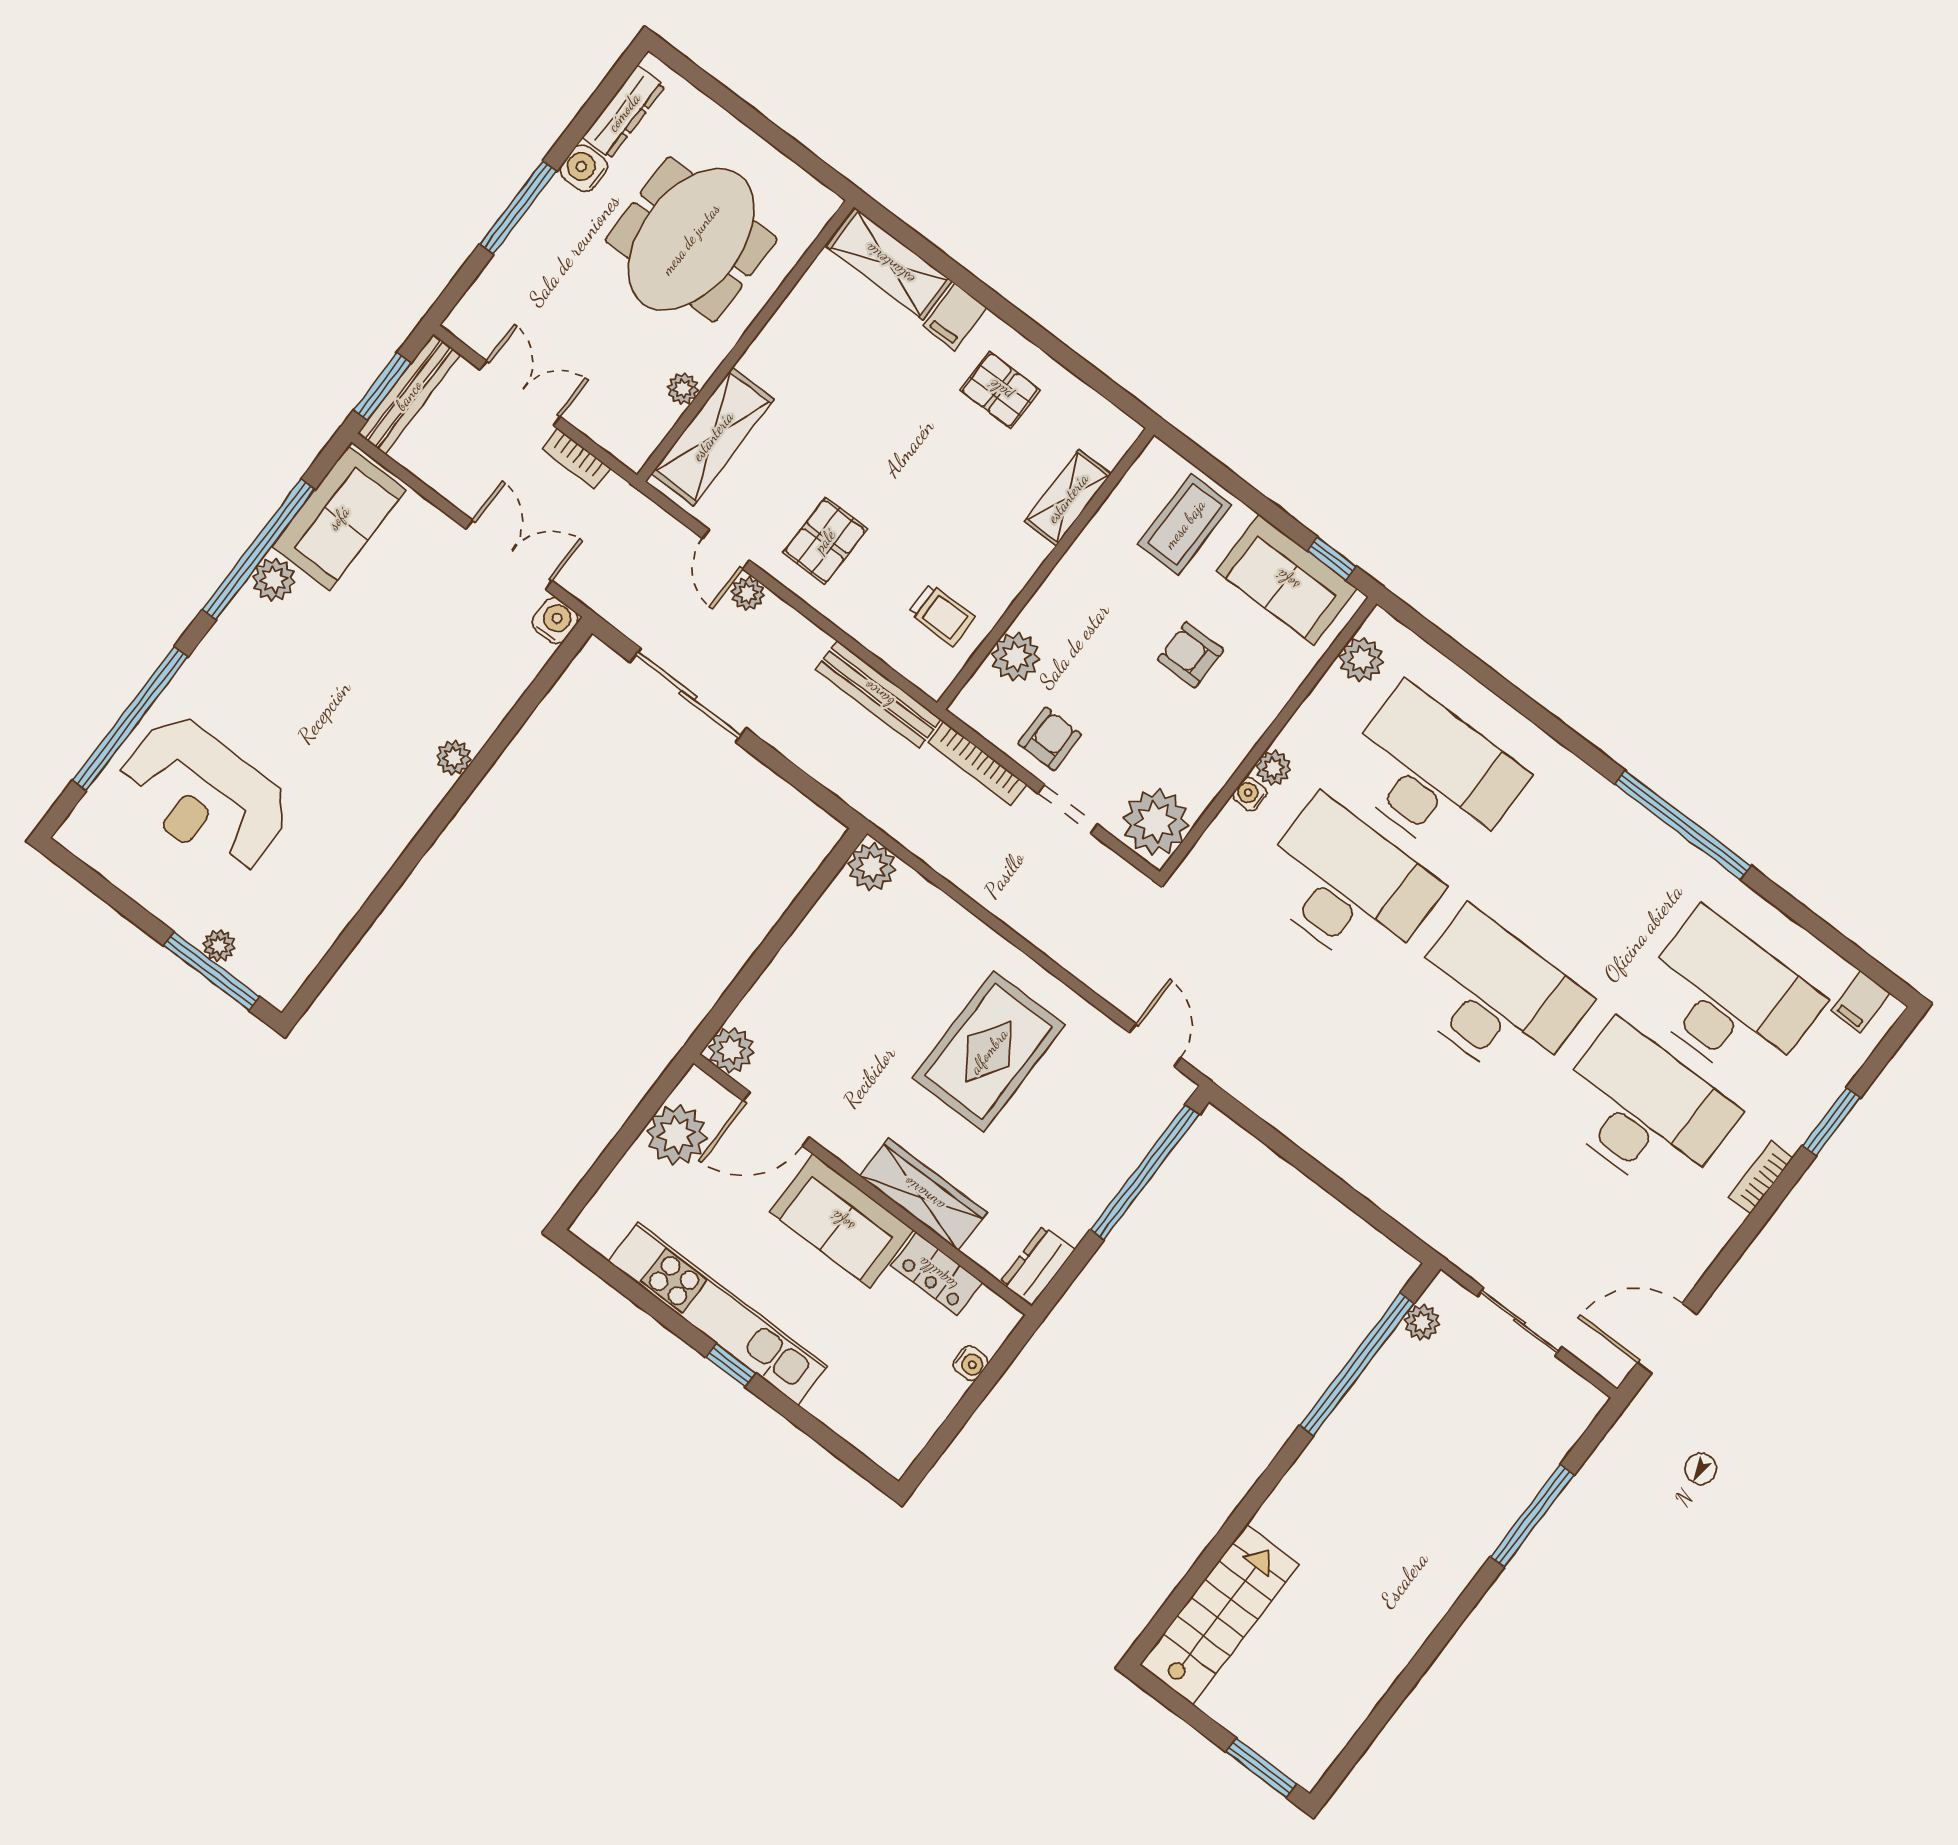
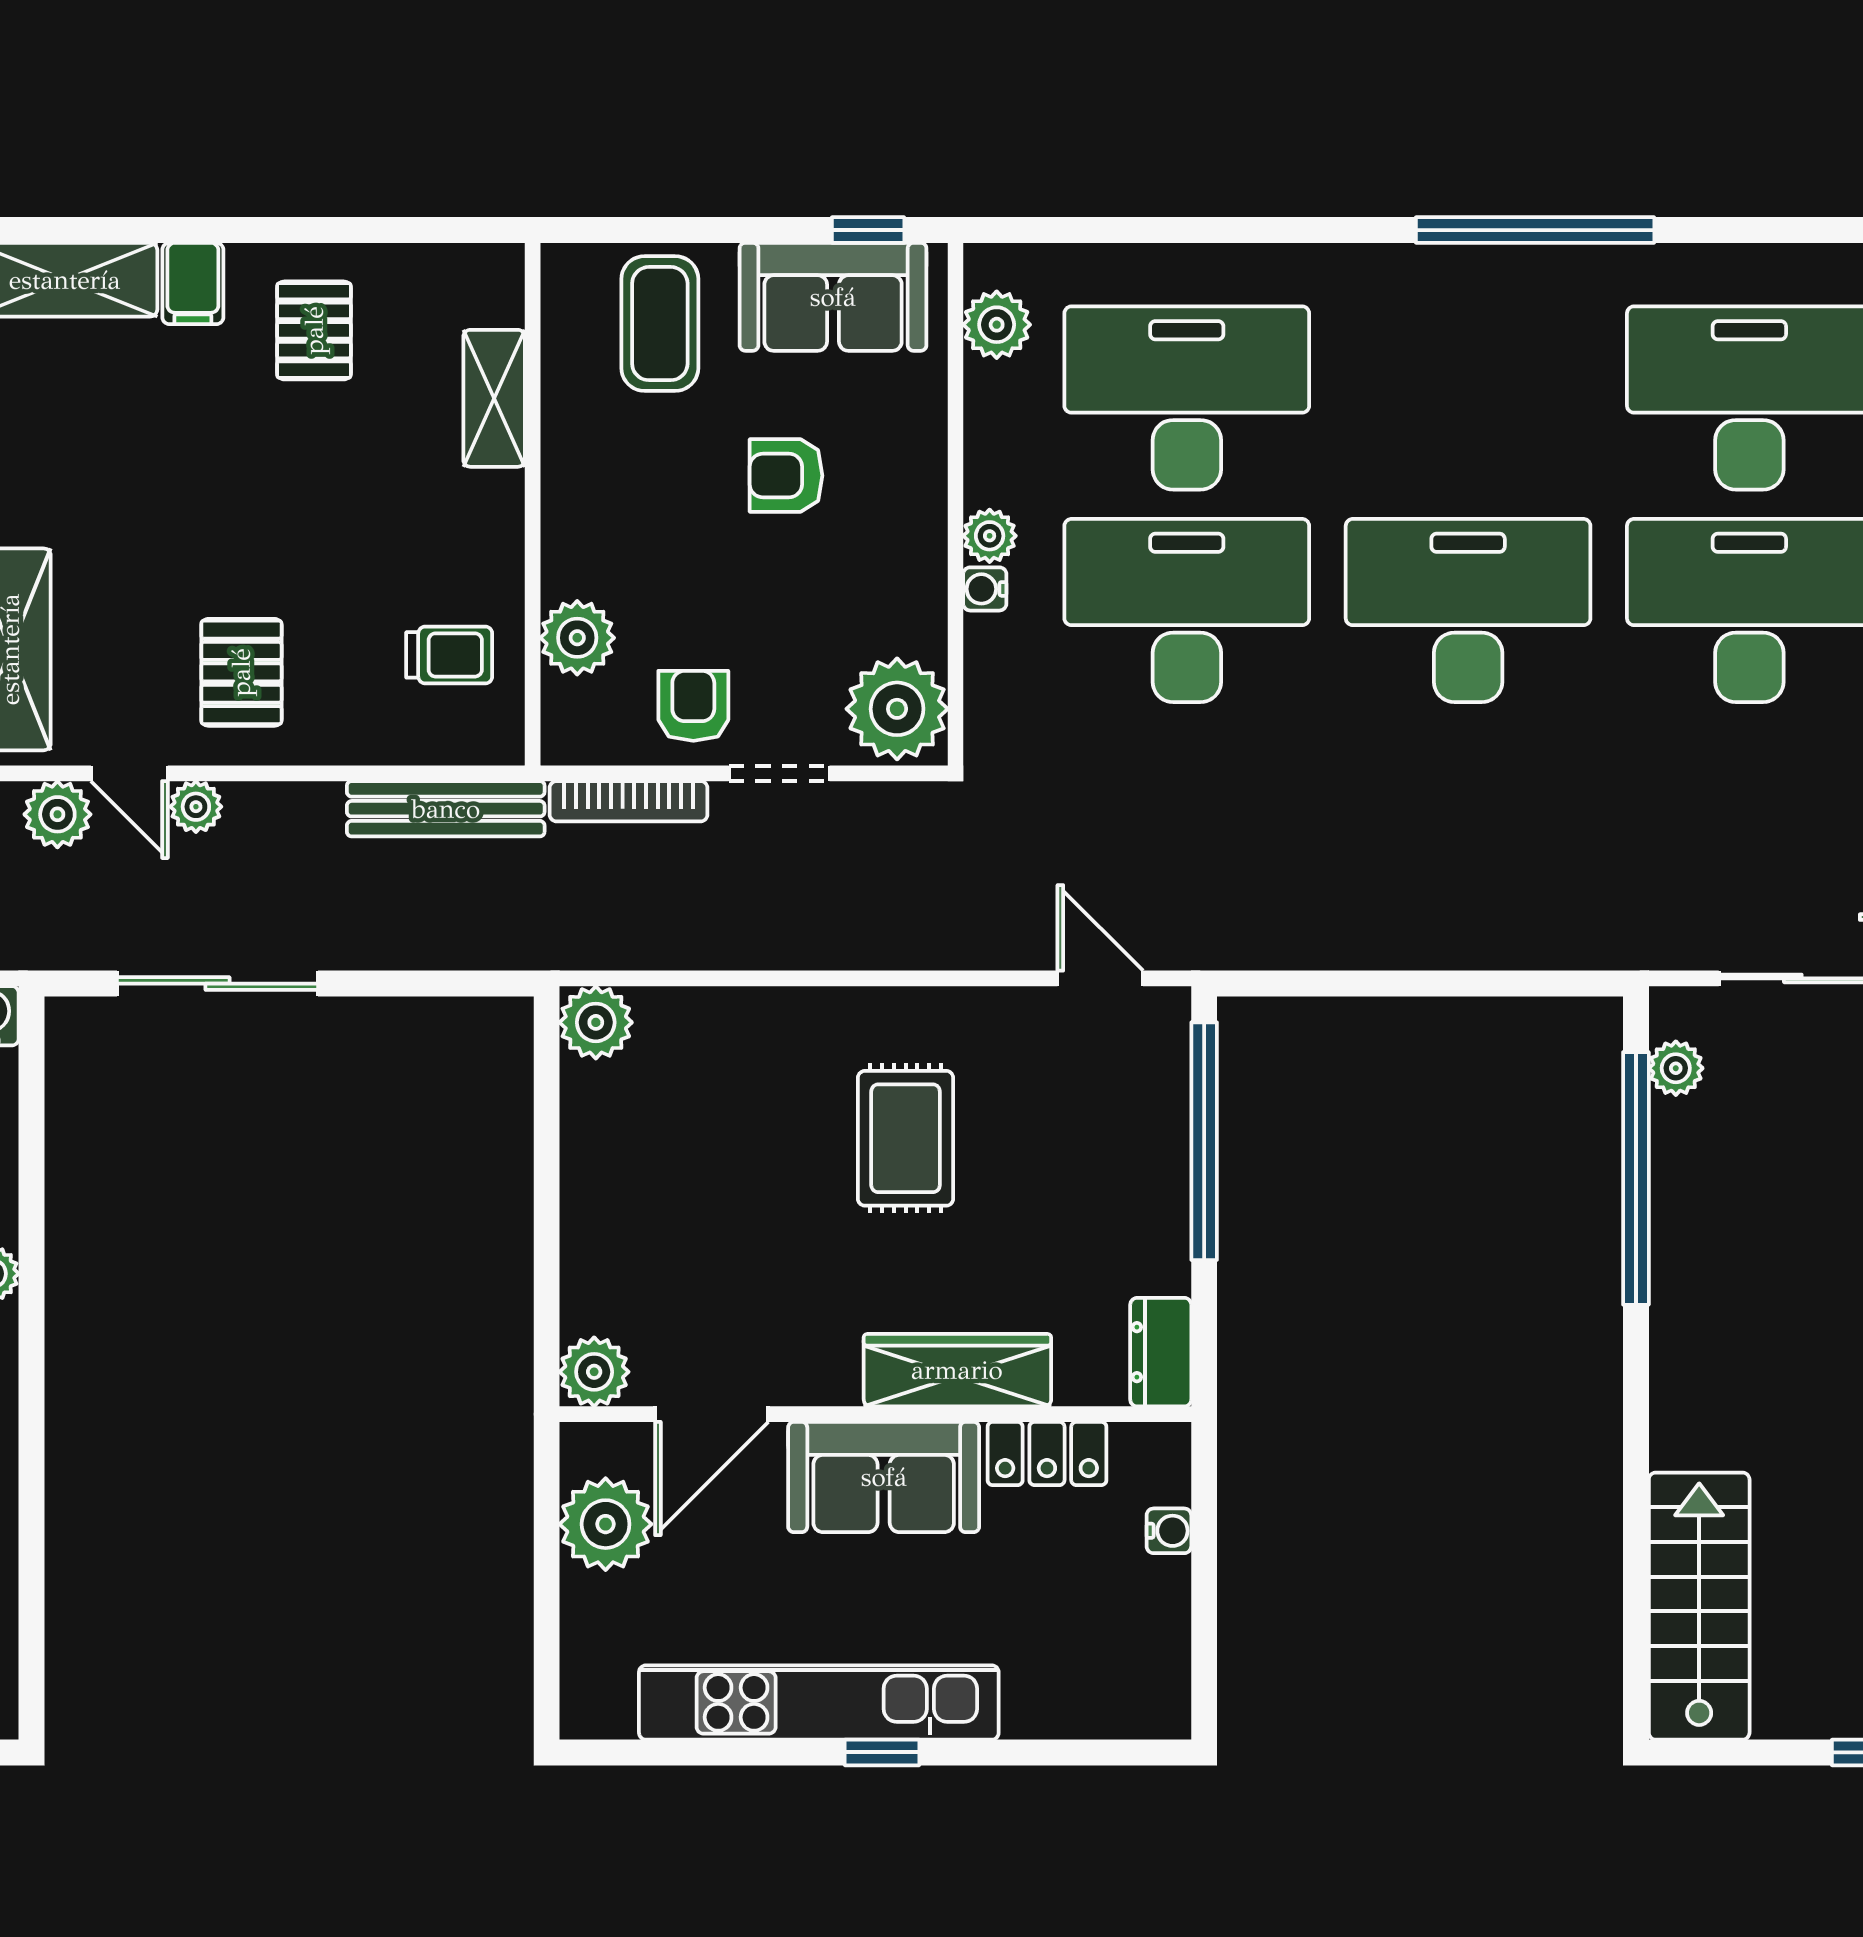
pallet: (1000, 390) -> (314, 330), turned 90
plant: (672, 542) -> (57, 814), added
rug: (989, 1051) -> (906, 1138), width x0.73, depth x0.70

